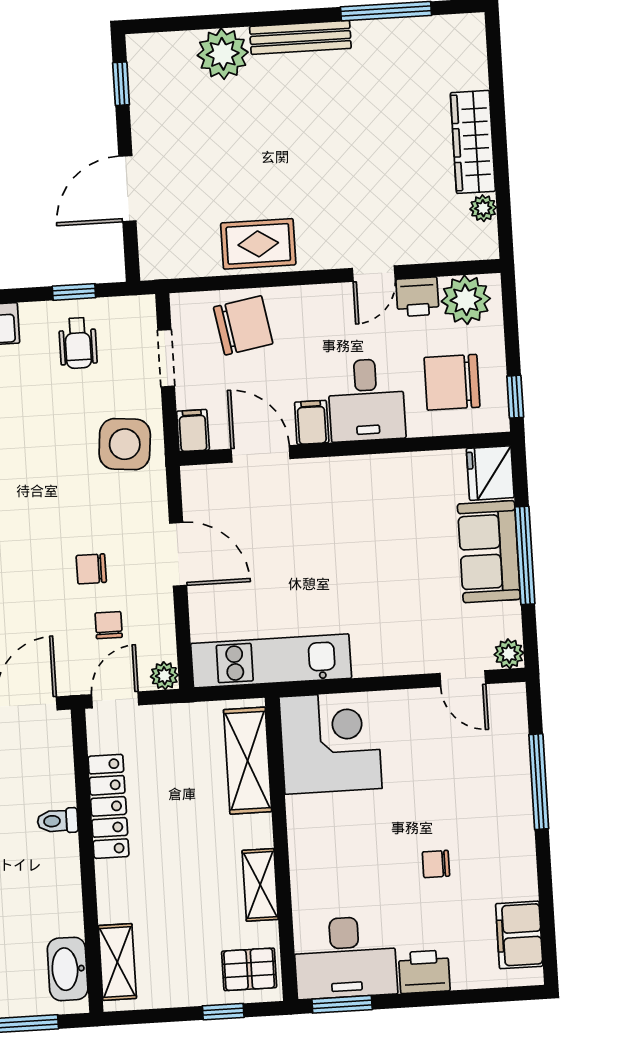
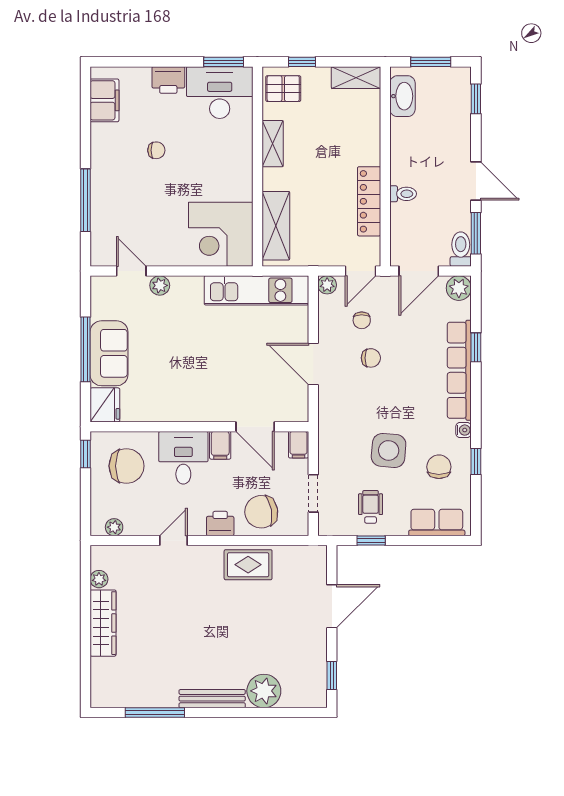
printer: (417, 297) -> (220, 524), moved
plant: (466, 300) -> (114, 527), width x0.53, depth x0.53
side table: (125, 444) -> (389, 450), moved
plant: (509, 654) -> (160, 285), moved
shelving: (117, 962) -> (356, 78), moved, turned 90

